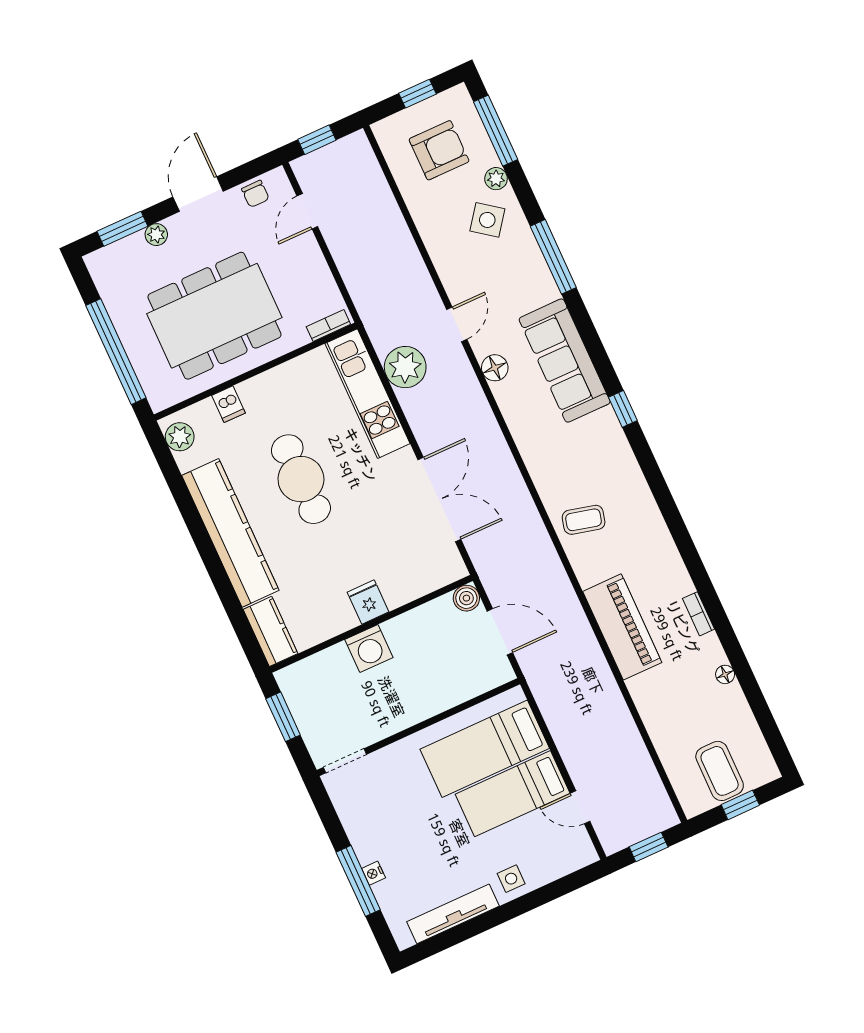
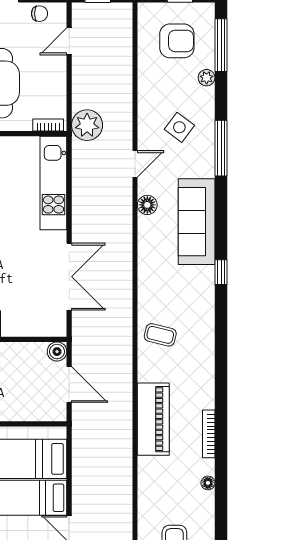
chair: (255, 194) -> (40, 14), turned -90
side table: (487, 220) -> (179, 127), moved
plant: (405, 367) -> (87, 125), moved
bookcase: (698, 614) -> (209, 434), width x1.56

